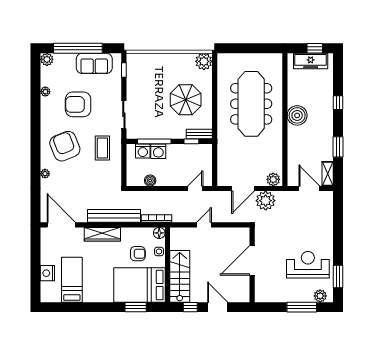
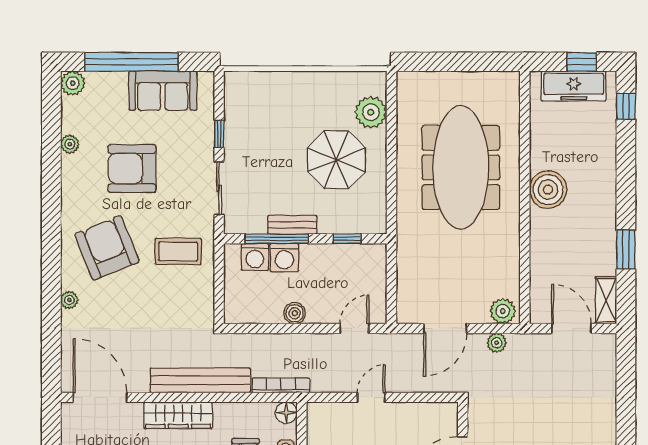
plant: (204, 61) -> (371, 112), moved
window: (124, 70) -> (219, 134), moved
window: (338, 103) -> (626, 106), moved
bench: (199, 134) -> (292, 225), moved
coffee table: (102, 148) -> (178, 251), turned 90
boiler: (150, 180) -> (295, 313), moved
plant: (266, 201) -> (497, 343), width x0.53, depth x0.53

